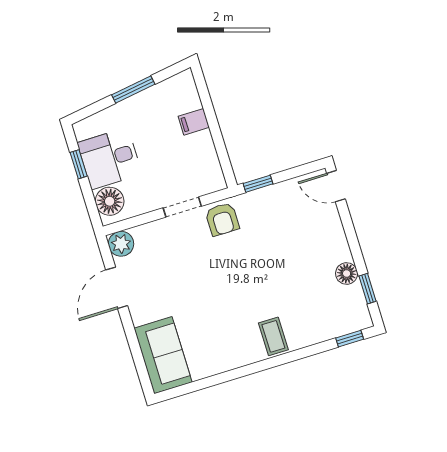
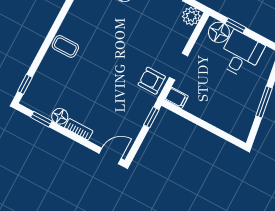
filing cabinet: (194, 122) -> (177, 98), moved, turned 90
window: (79, 164) -> (235, 26), moved
bookcase: (341, 243) -> (79, 129), added

